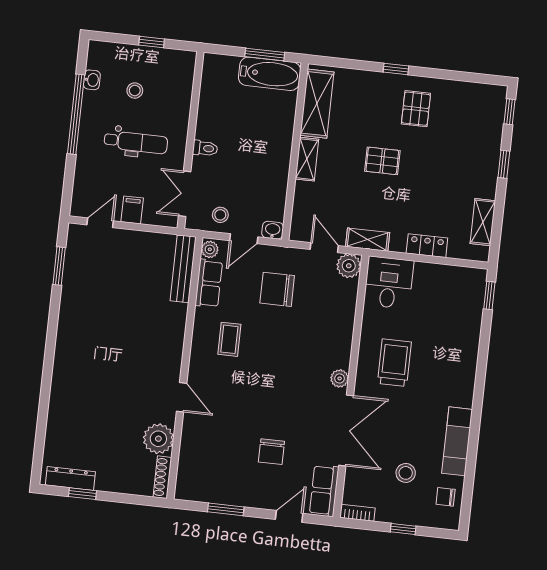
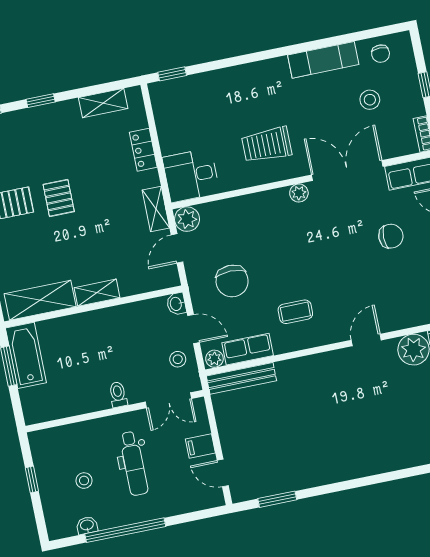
dental chair: (136, 142) -> (134, 463), turned 180
pallet: (382, 161) -> (59, 198), moved

